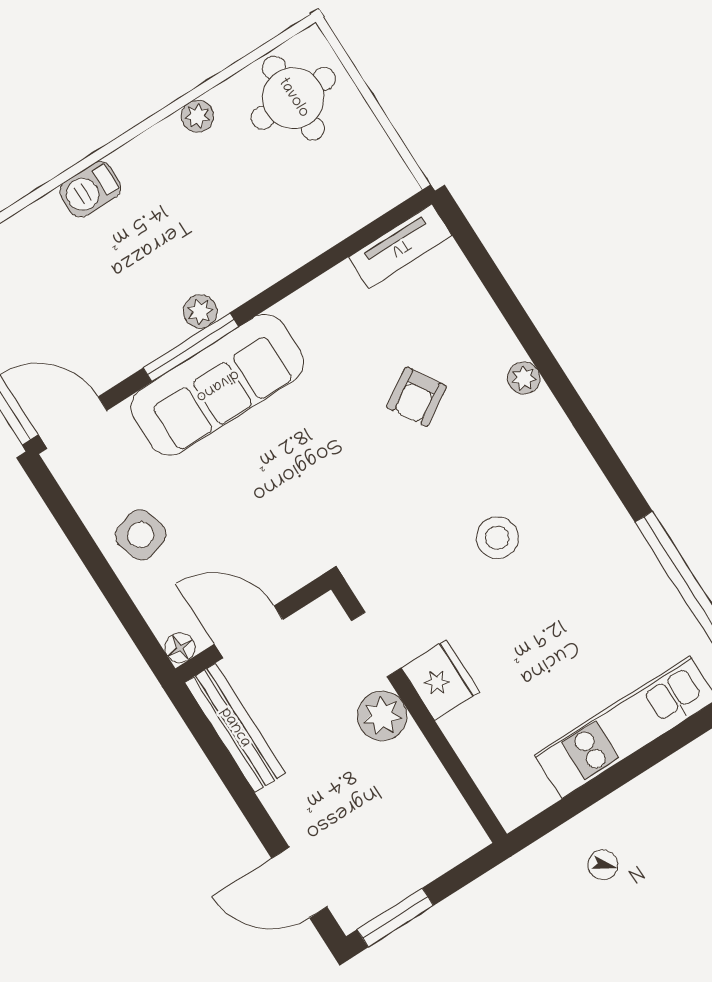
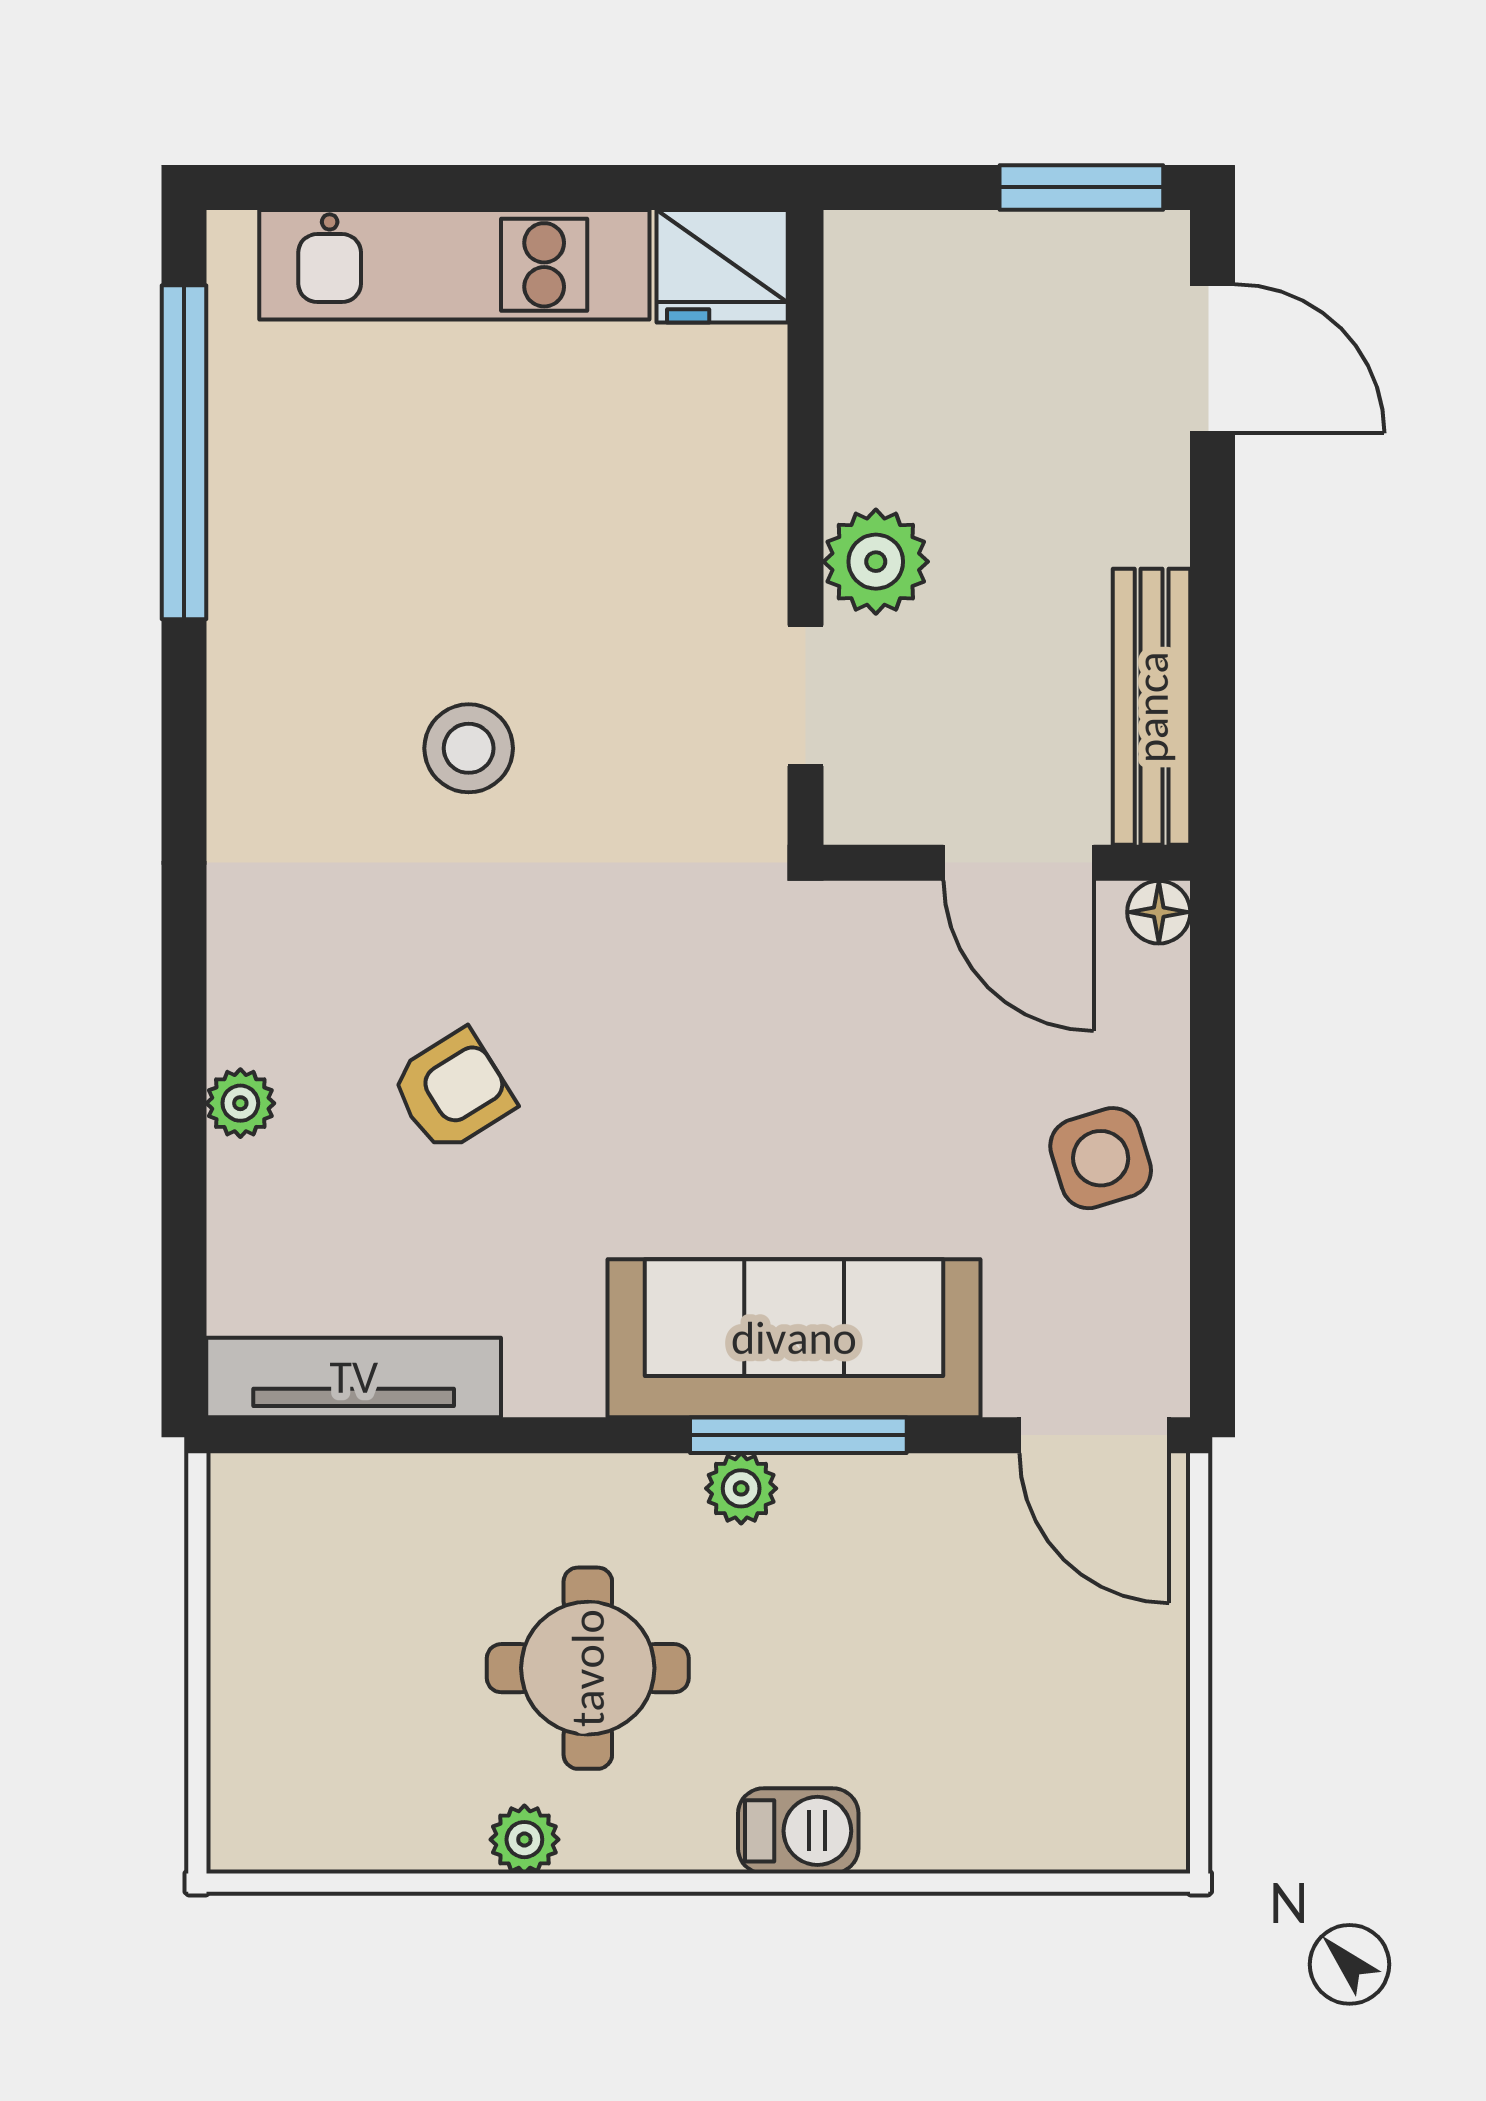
round table: (293, 98) -> (588, 1668), moved
tv unit: (400, 246) -> (354, 1377), width x1.41
plant: (524, 378) -> (240, 1103), moved
fridge: (441, 680) -> (722, 266), moved, turned -90

